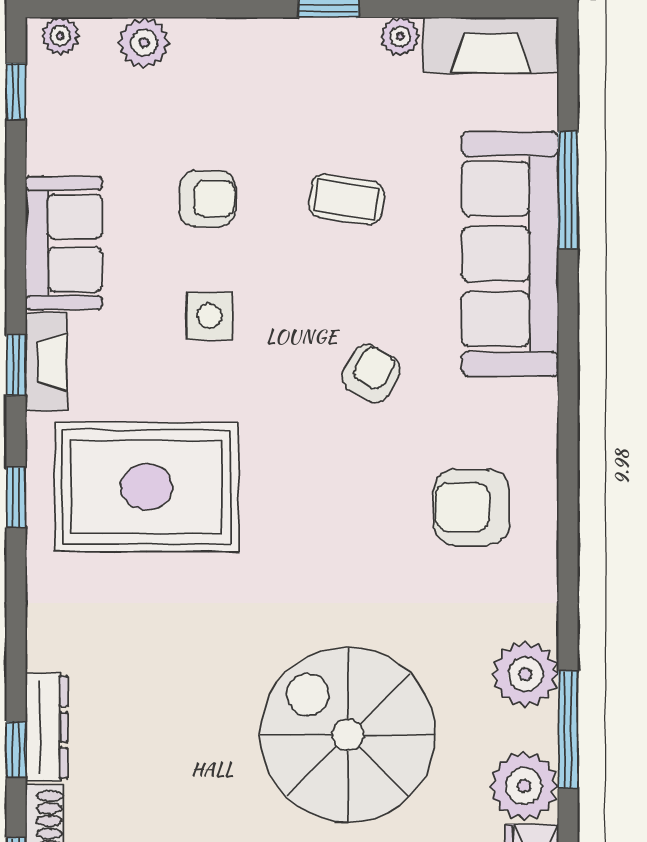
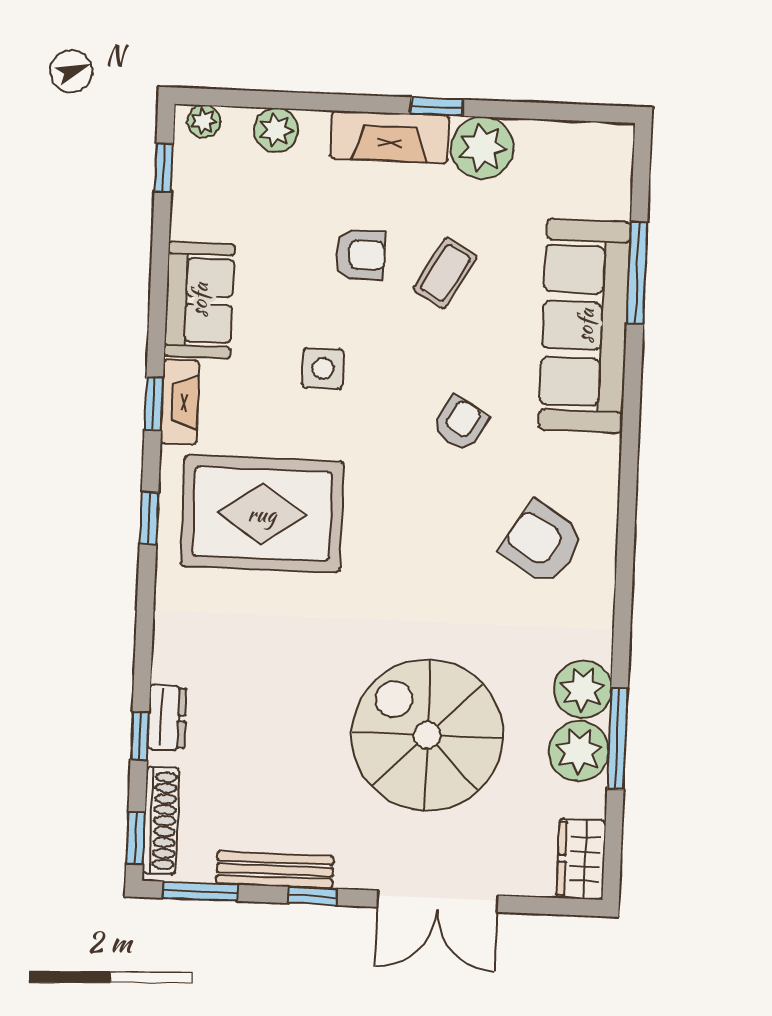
plant: (400, 36) -> (482, 148), width x1.88, depth x1.88
fireplace: (491, 45) -> (390, 137), moved
armchair: (207, 199) -> (360, 255), moved
coffee table: (346, 200) -> (445, 273), turned -69
armchair: (471, 507) -> (542, 543), turned 32
dresser: (46, 727) -> (167, 718), width x0.70
plant: (524, 786) -> (579, 751), moved

